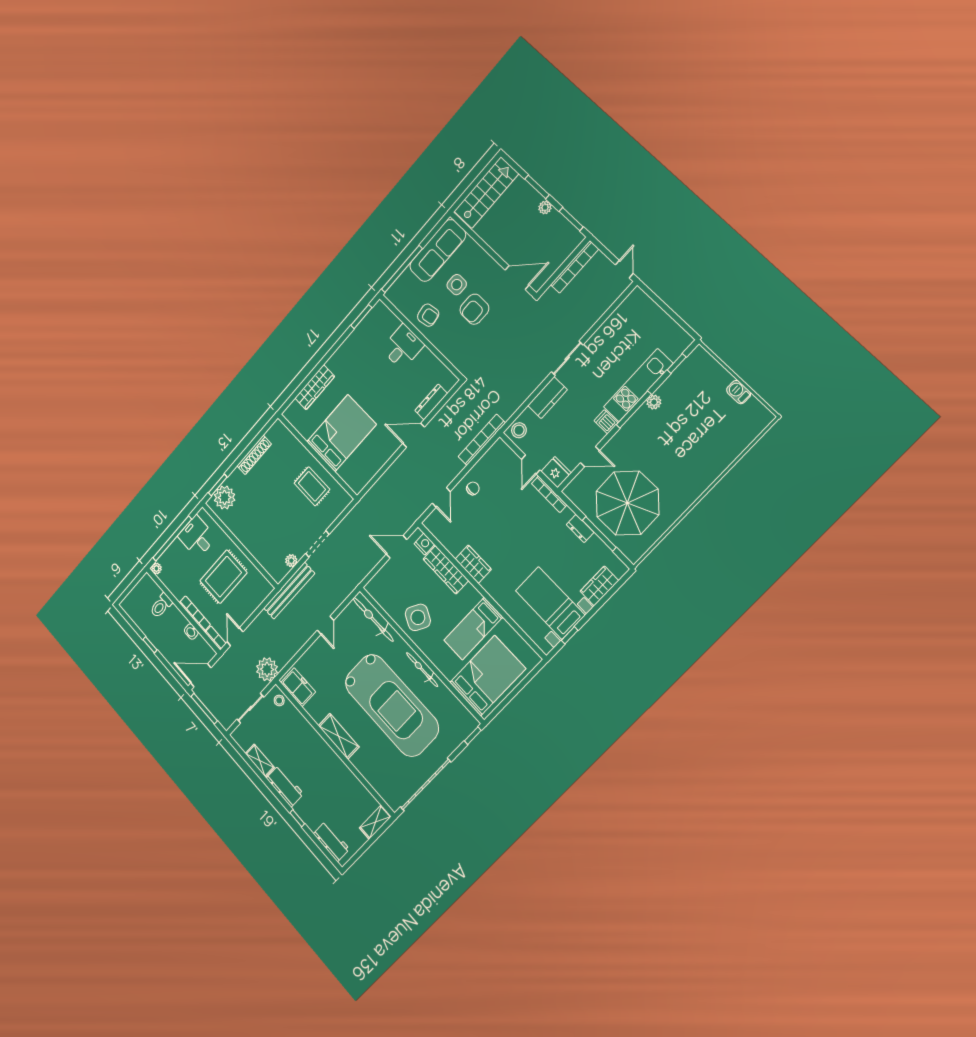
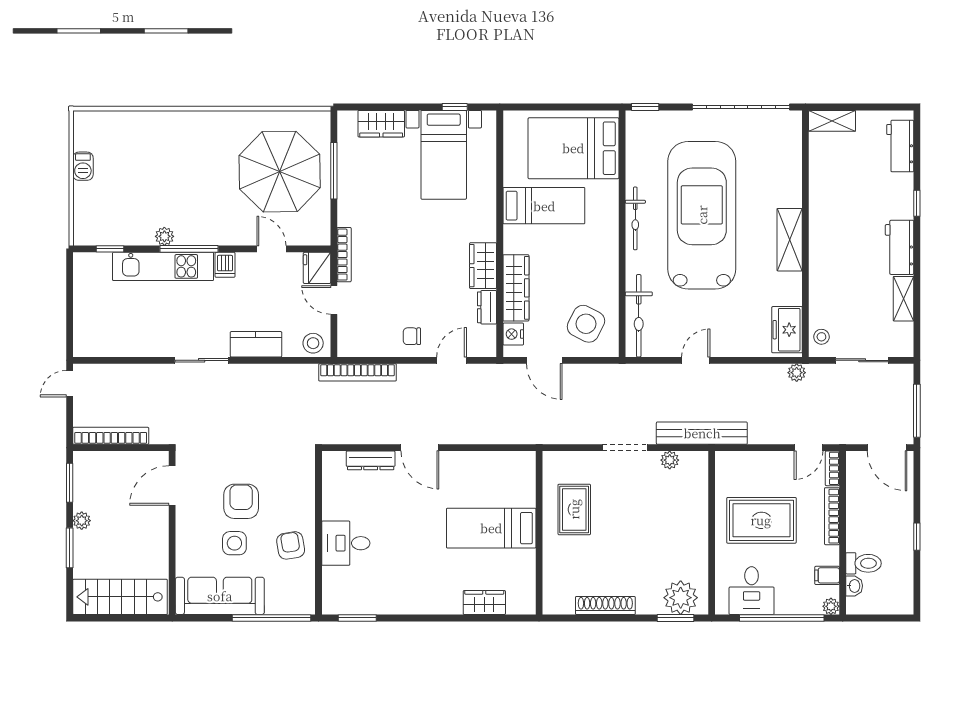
door: (517, 278) -> (172, 486), hinge flipped
armchair: (474, 309) -> (241, 501), turned -90
wardrobe: (315, 387) -> (484, 603), width x0.67
bed: (341, 433) -> (491, 528), width x0.67
door: (531, 465) -> (334, 300), swing flipped
dresser: (580, 528) -> (487, 307), moved, turned 180
filing cabinet: (171, 582) -> (827, 575), added
side table: (418, 617) -> (586, 324), moved
washbasin: (191, 632) -> (854, 586), moved
plant: (267, 669) -> (797, 373), width x0.53, depth x0.53

